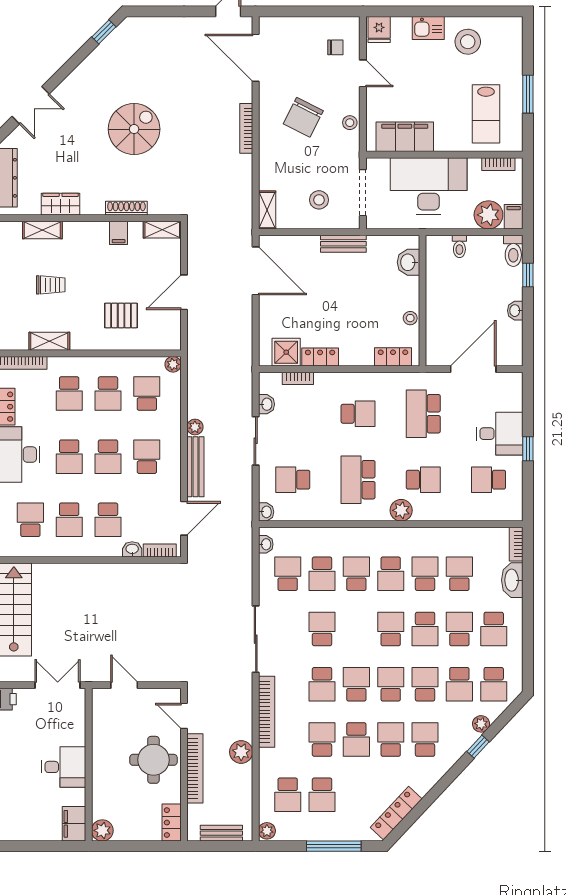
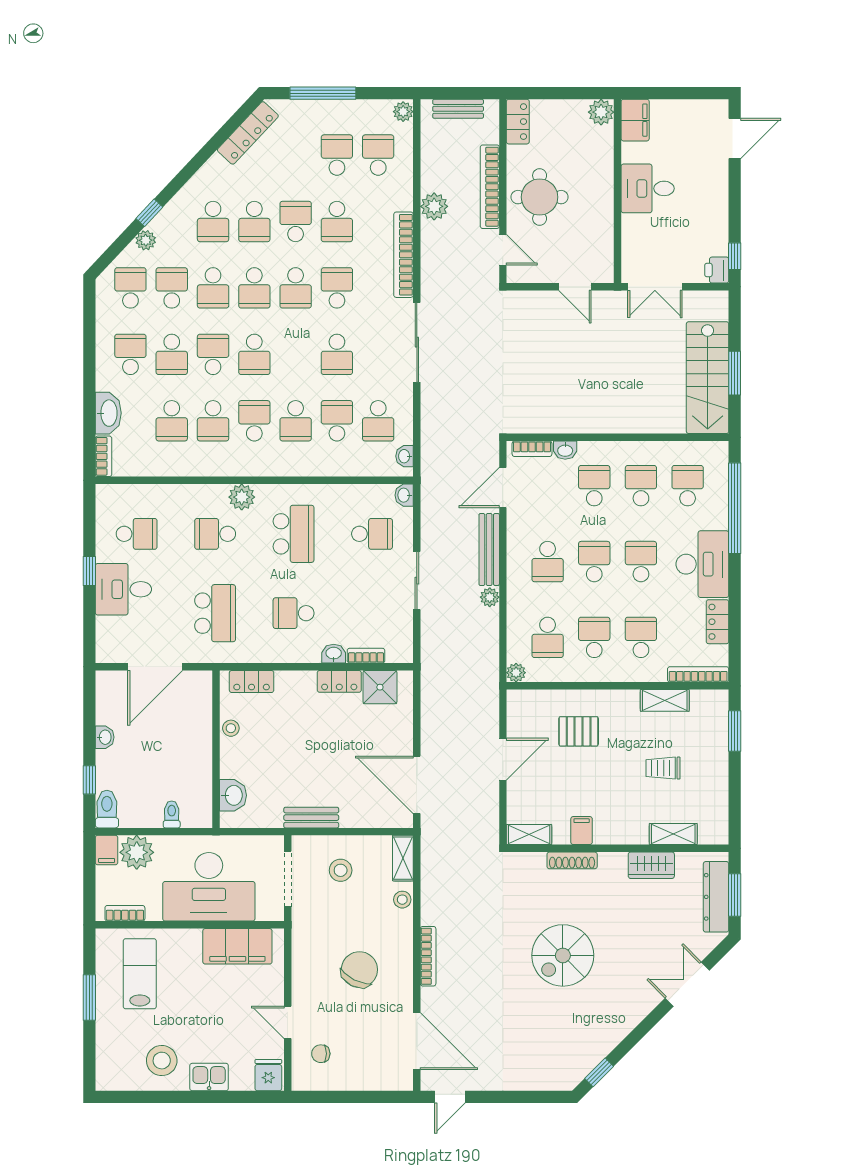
stool: (350, 123) -> (402, 900), moved
washbasin: (266, 404) -> (334, 654), moved, turned 90
school desk: (30, 520) -> (688, 486), turned 180

